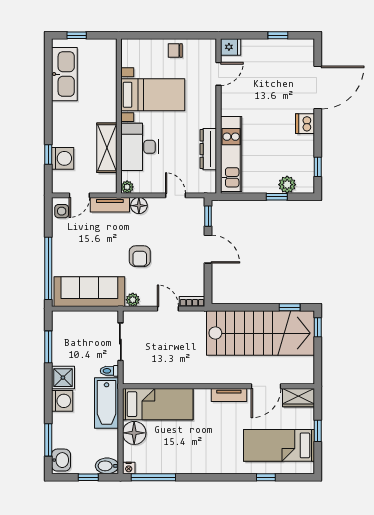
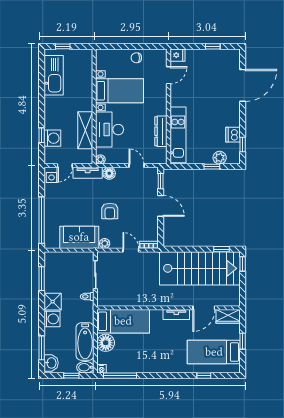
dishwasher: (305, 124) -> (233, 135), moved
sofa: (89, 292) -> (79, 237), width x0.73
bathtub: (107, 403) -> (85, 342), moved

